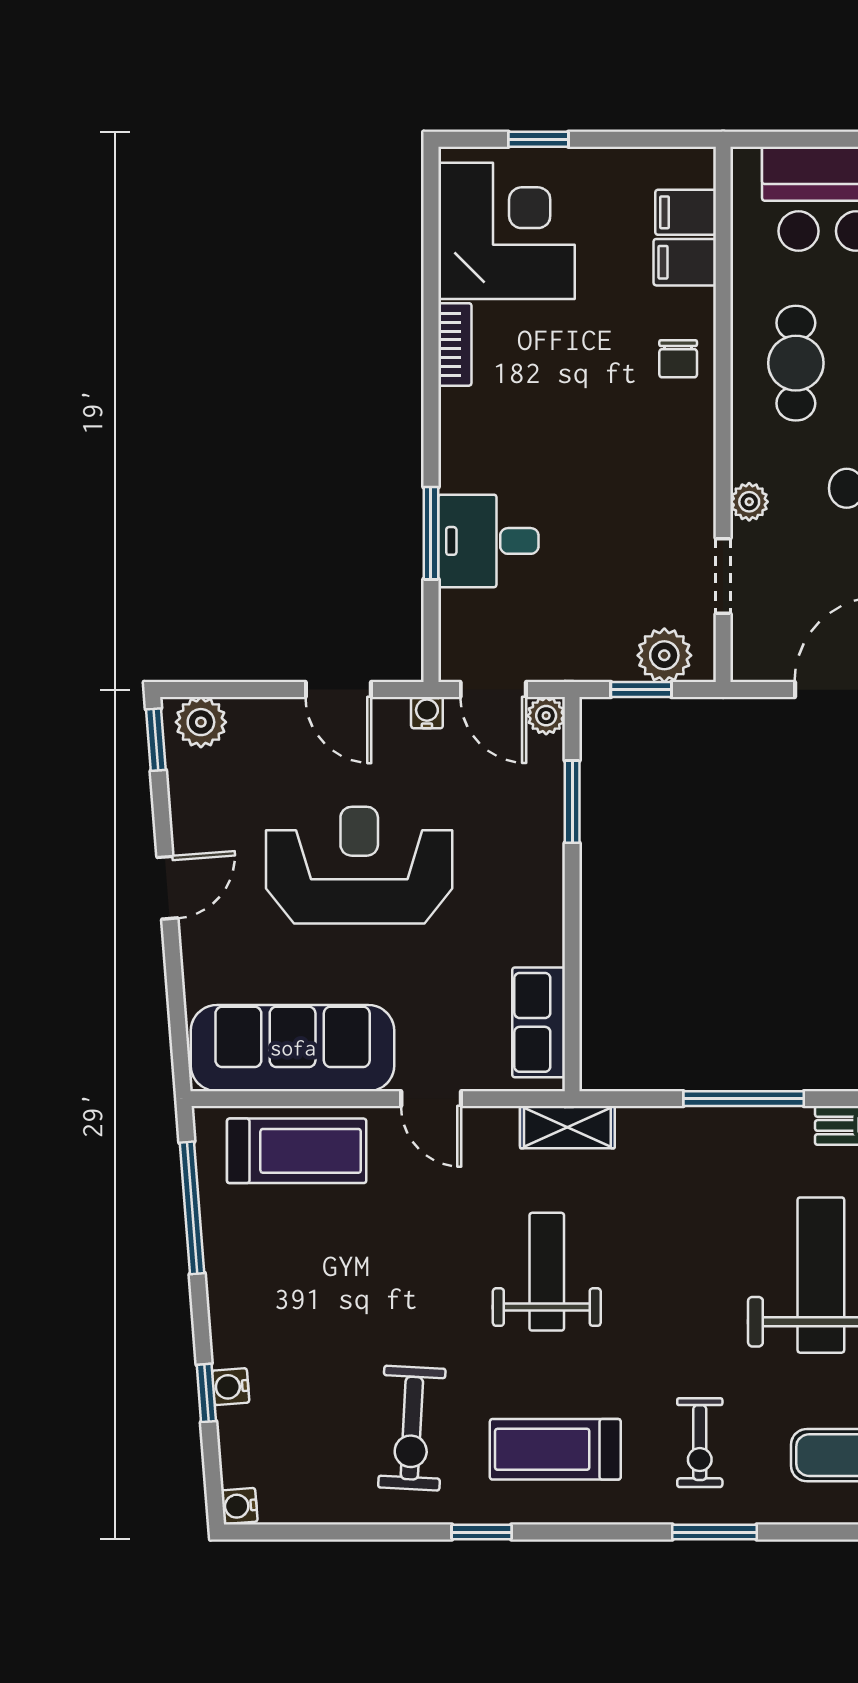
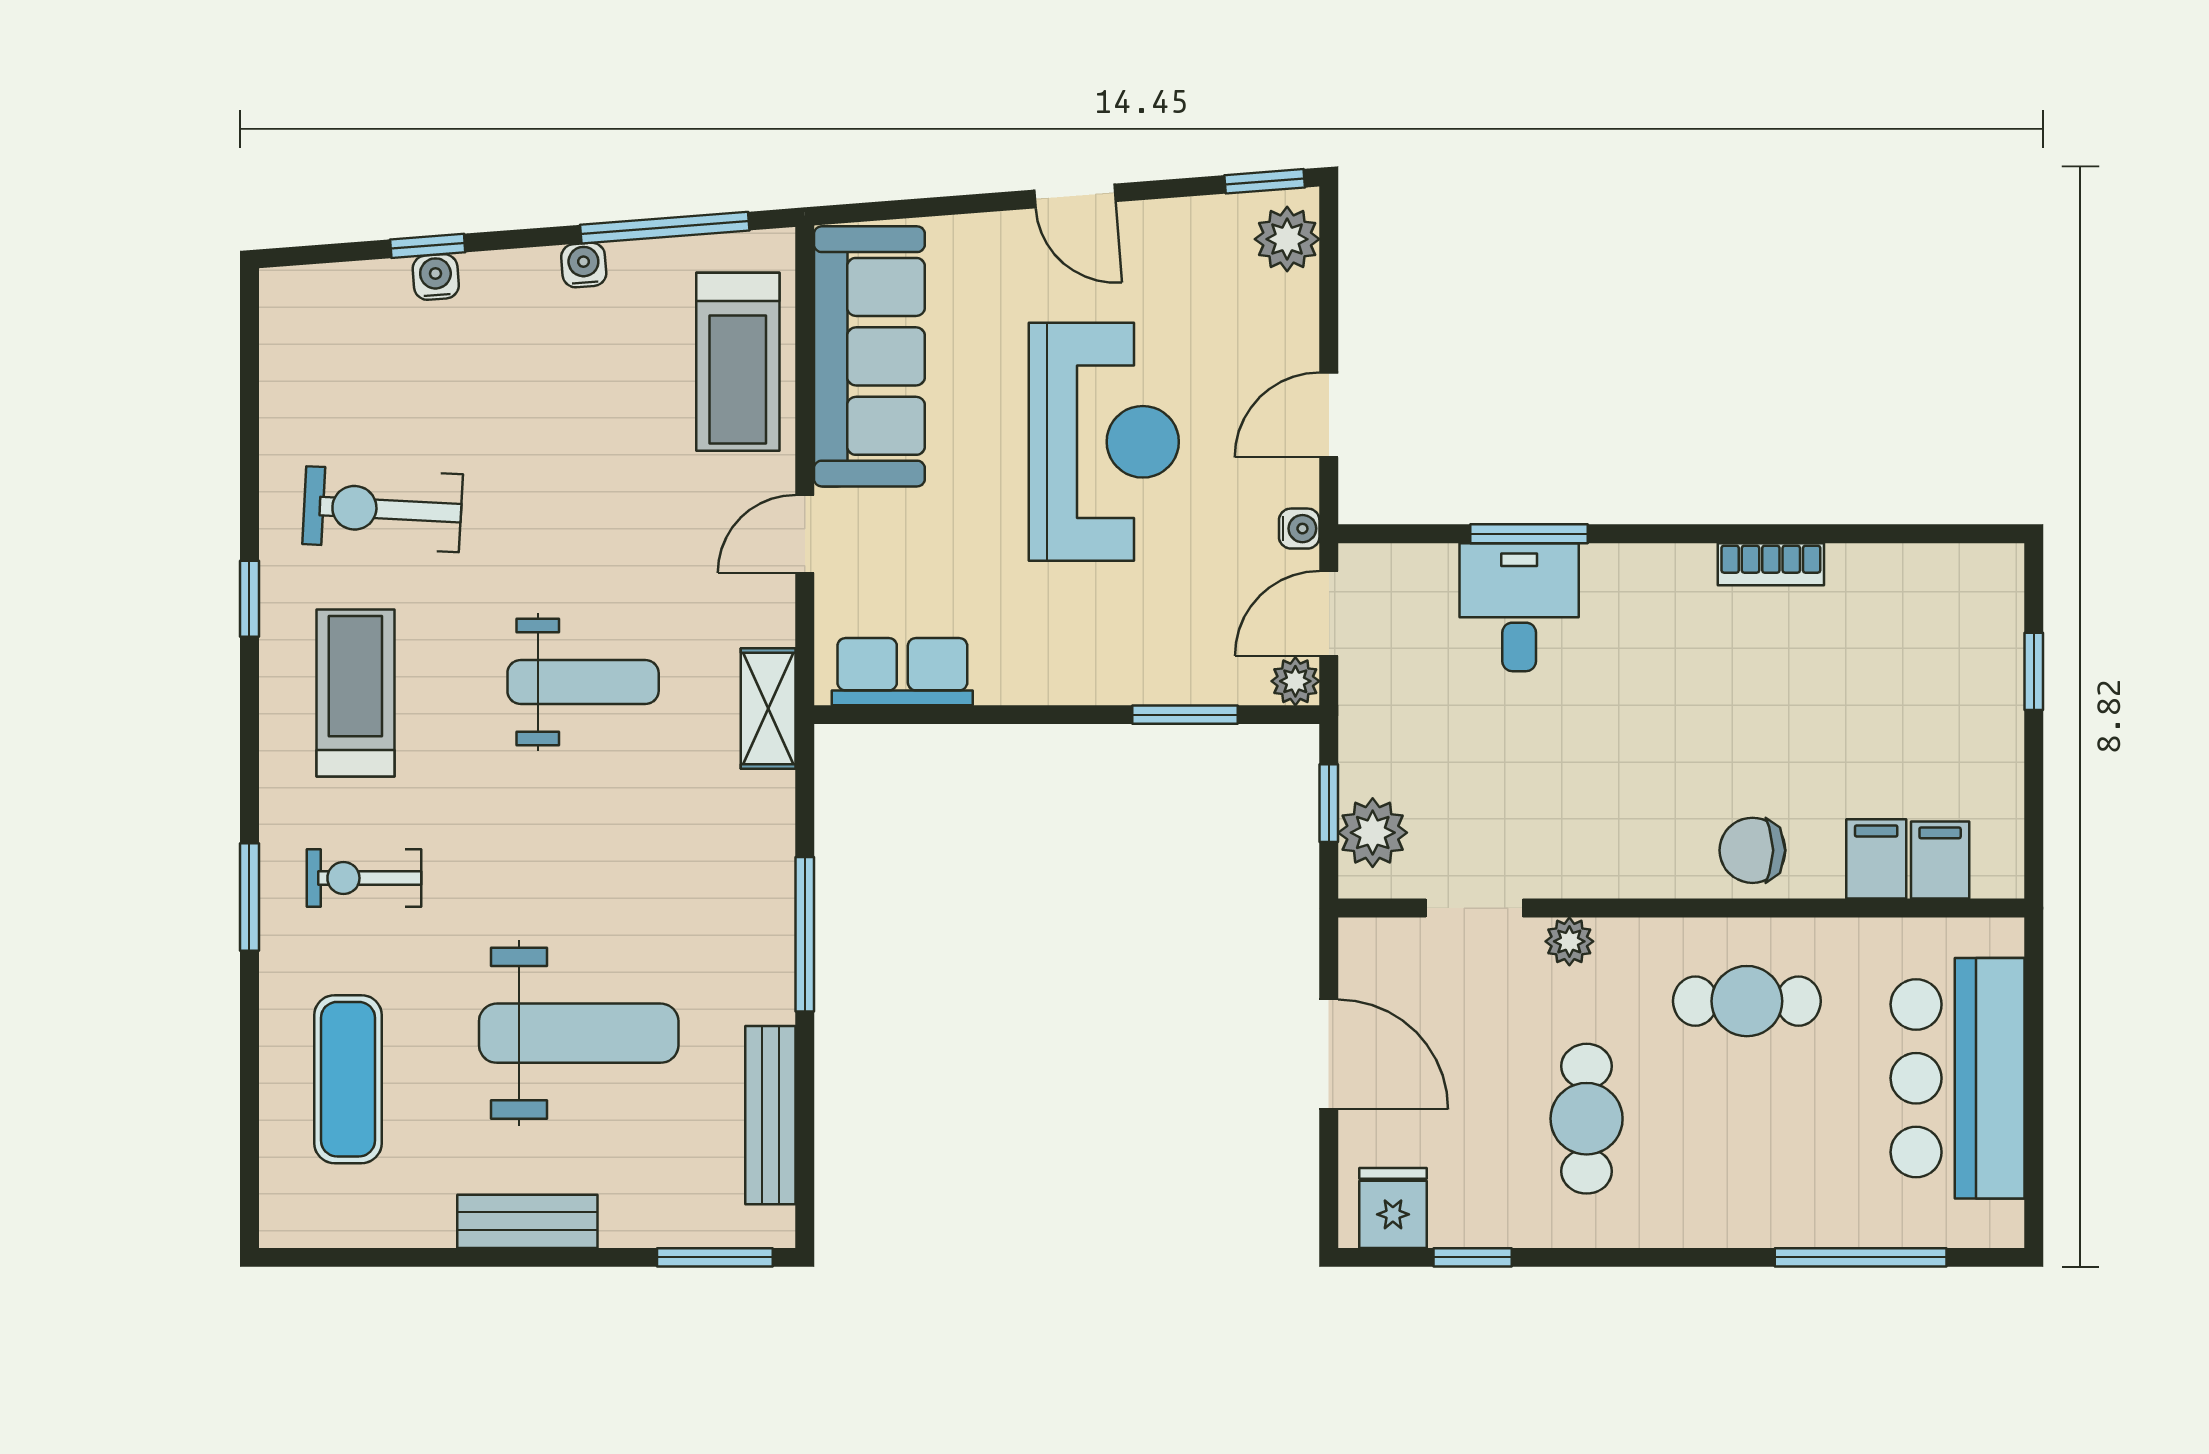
corner desk: (506, 231) -> (1916, 630), removed
chair: (678, 359) -> (1752, 850), width x1.37, depth x1.37
water cooler: (239, 1506) -> (584, 265), moved

